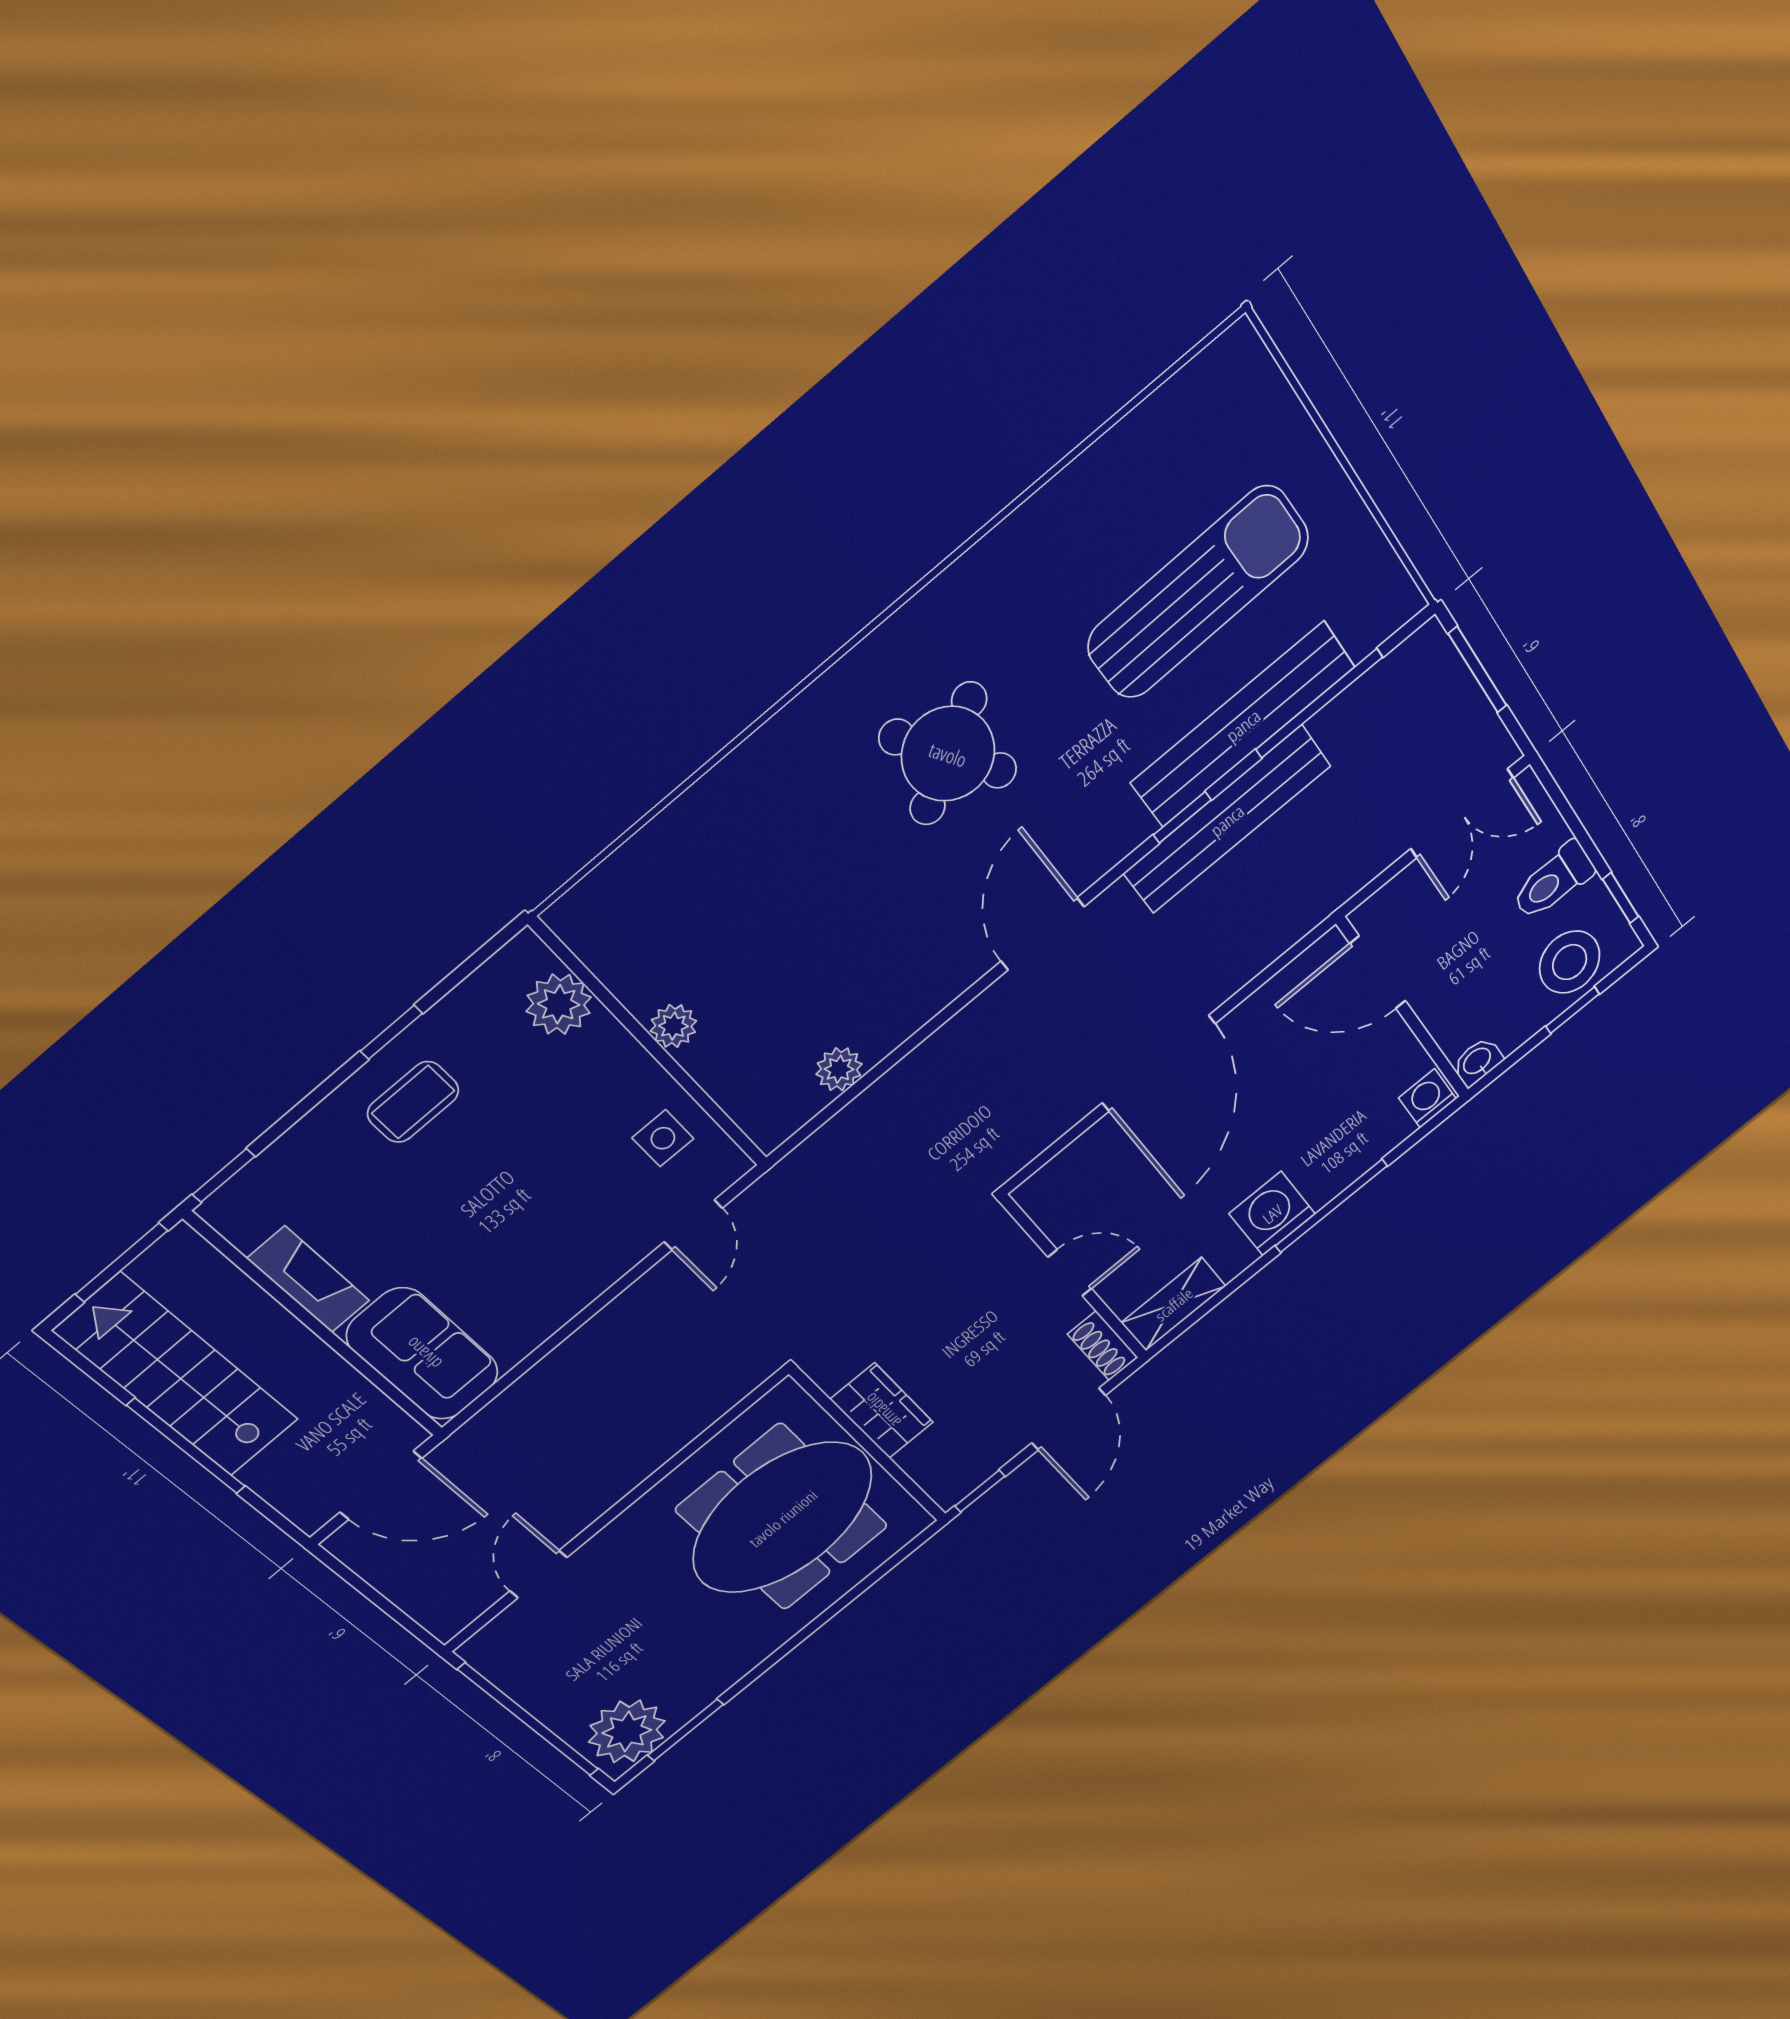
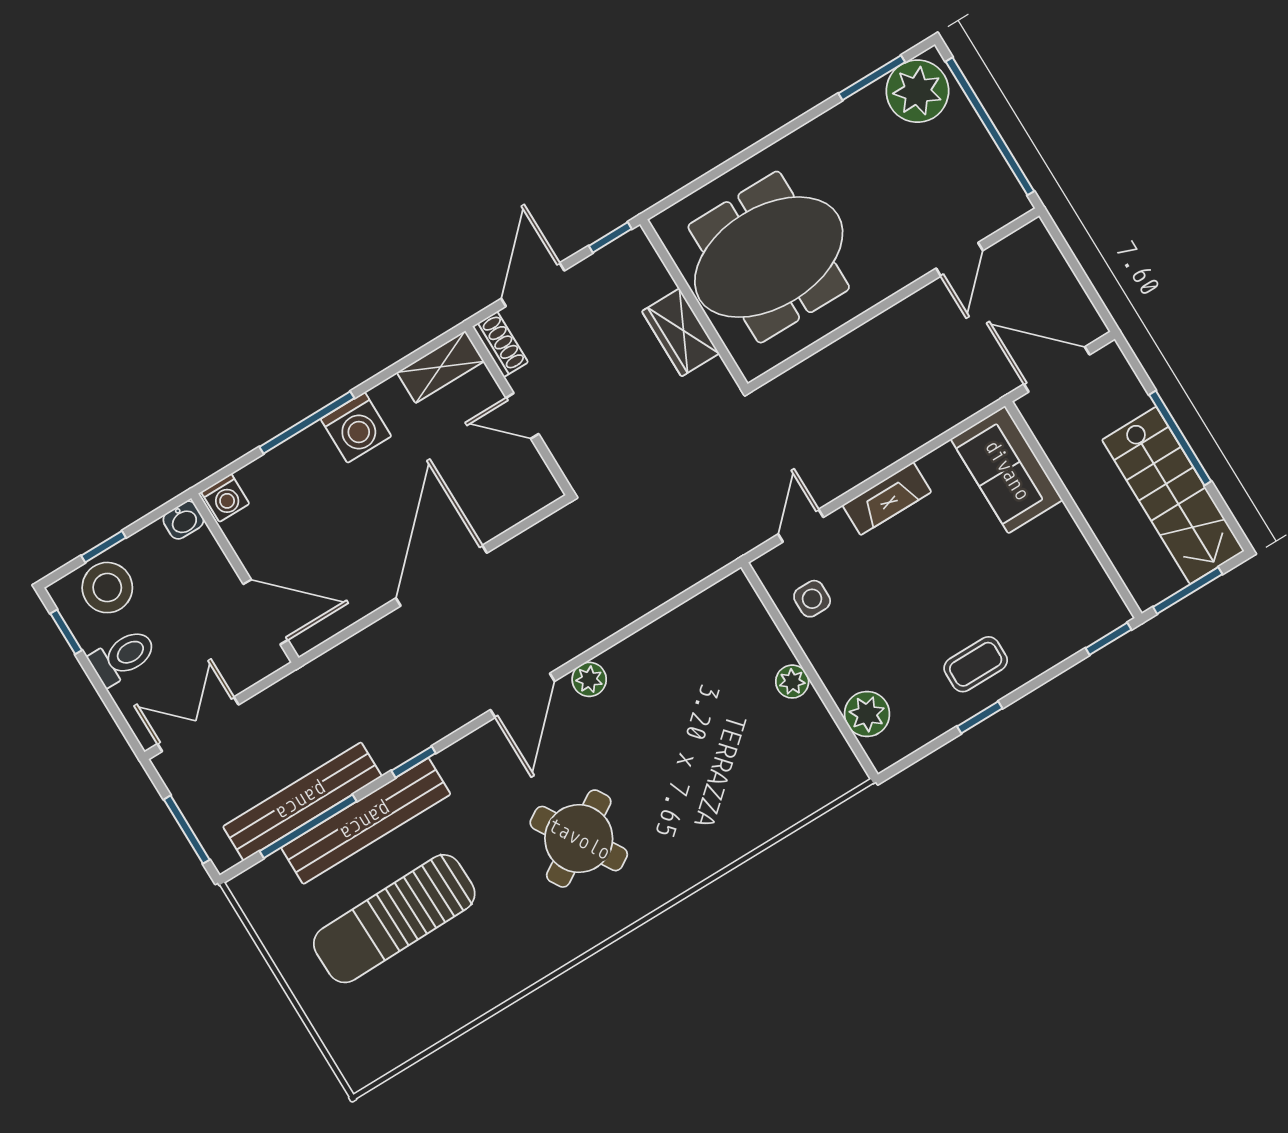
bench: (1227, 820) -> (302, 801), moved
plant: (839, 1069) -> (589, 679), moved
fireplace: (308, 1280) -> (887, 499), moved, turned -90

